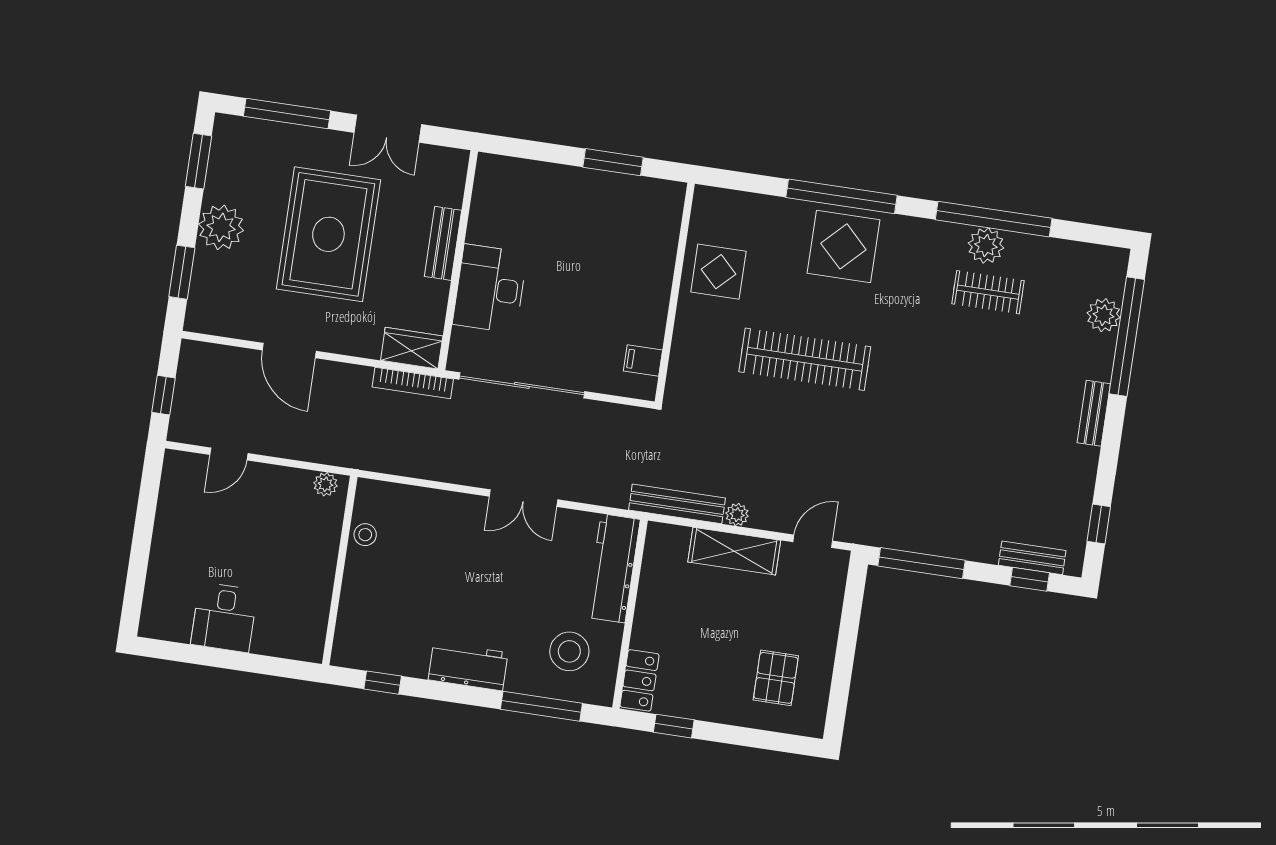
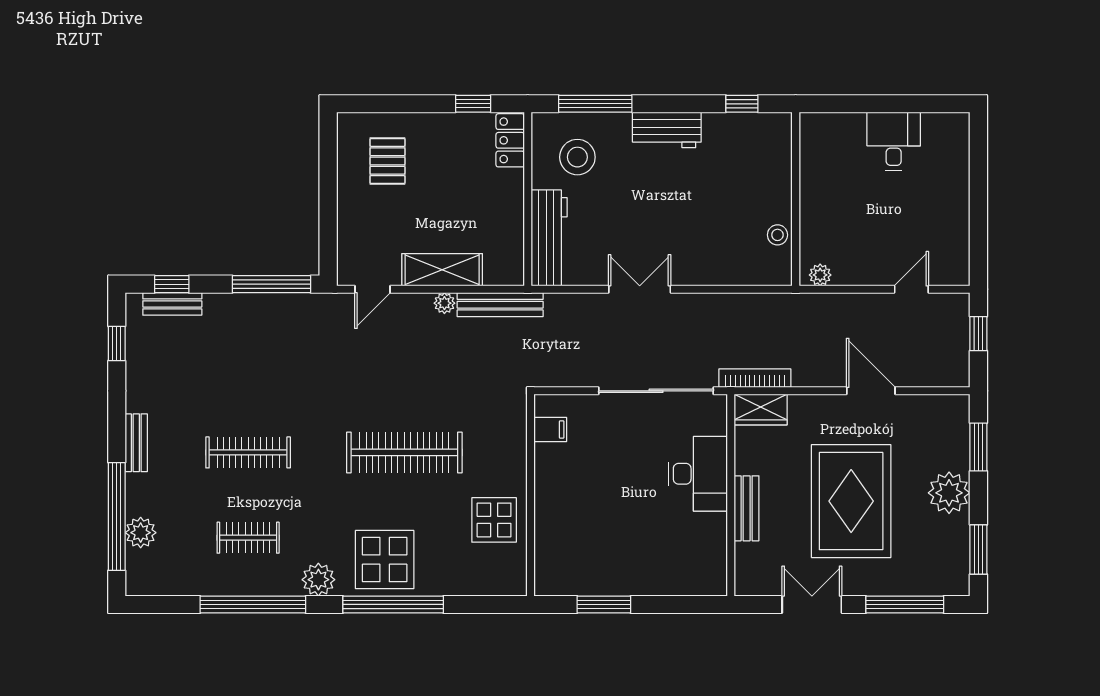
plant: (986, 246) -> (318, 580), moved
clothes rail: (974, 385) -> (248, 452), added

